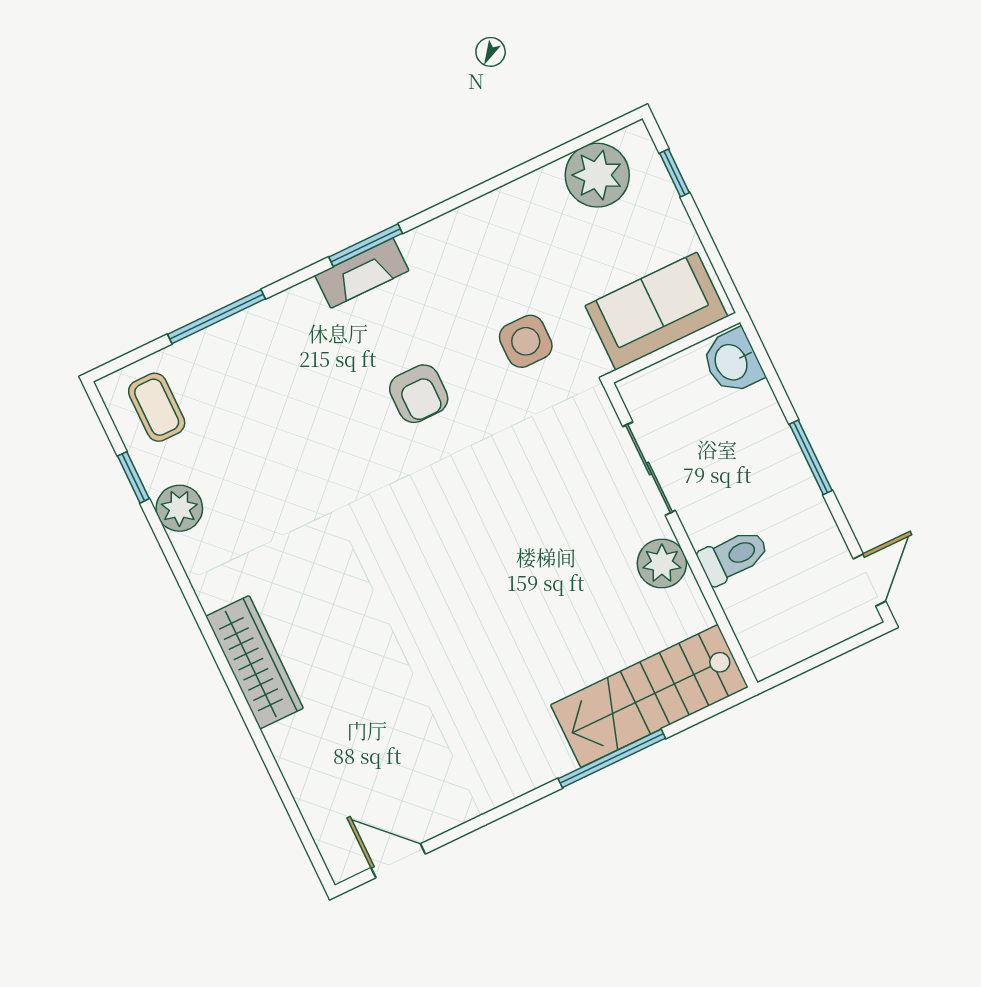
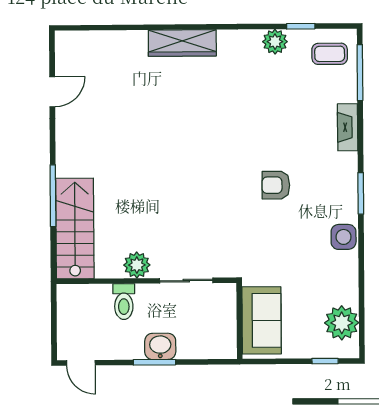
fireplace: (362, 273) -> (348, 127), moved
window: (217, 317) -> (360, 73), moved
side table: (526, 341) -> (344, 237), moved
washbasin: (732, 362) -> (160, 346), moved
door: (398, 861) -> (52, 92), moved

